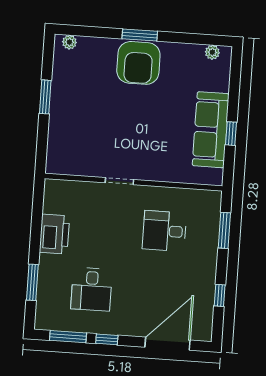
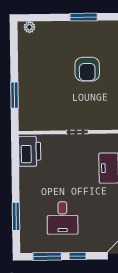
armchair: (138, 63) -> (87, 69), moved, width x0.73, depth x0.73
window: (45, 97) -> (14, 95), moved
printer: (54, 234) -> (30, 151), moved

